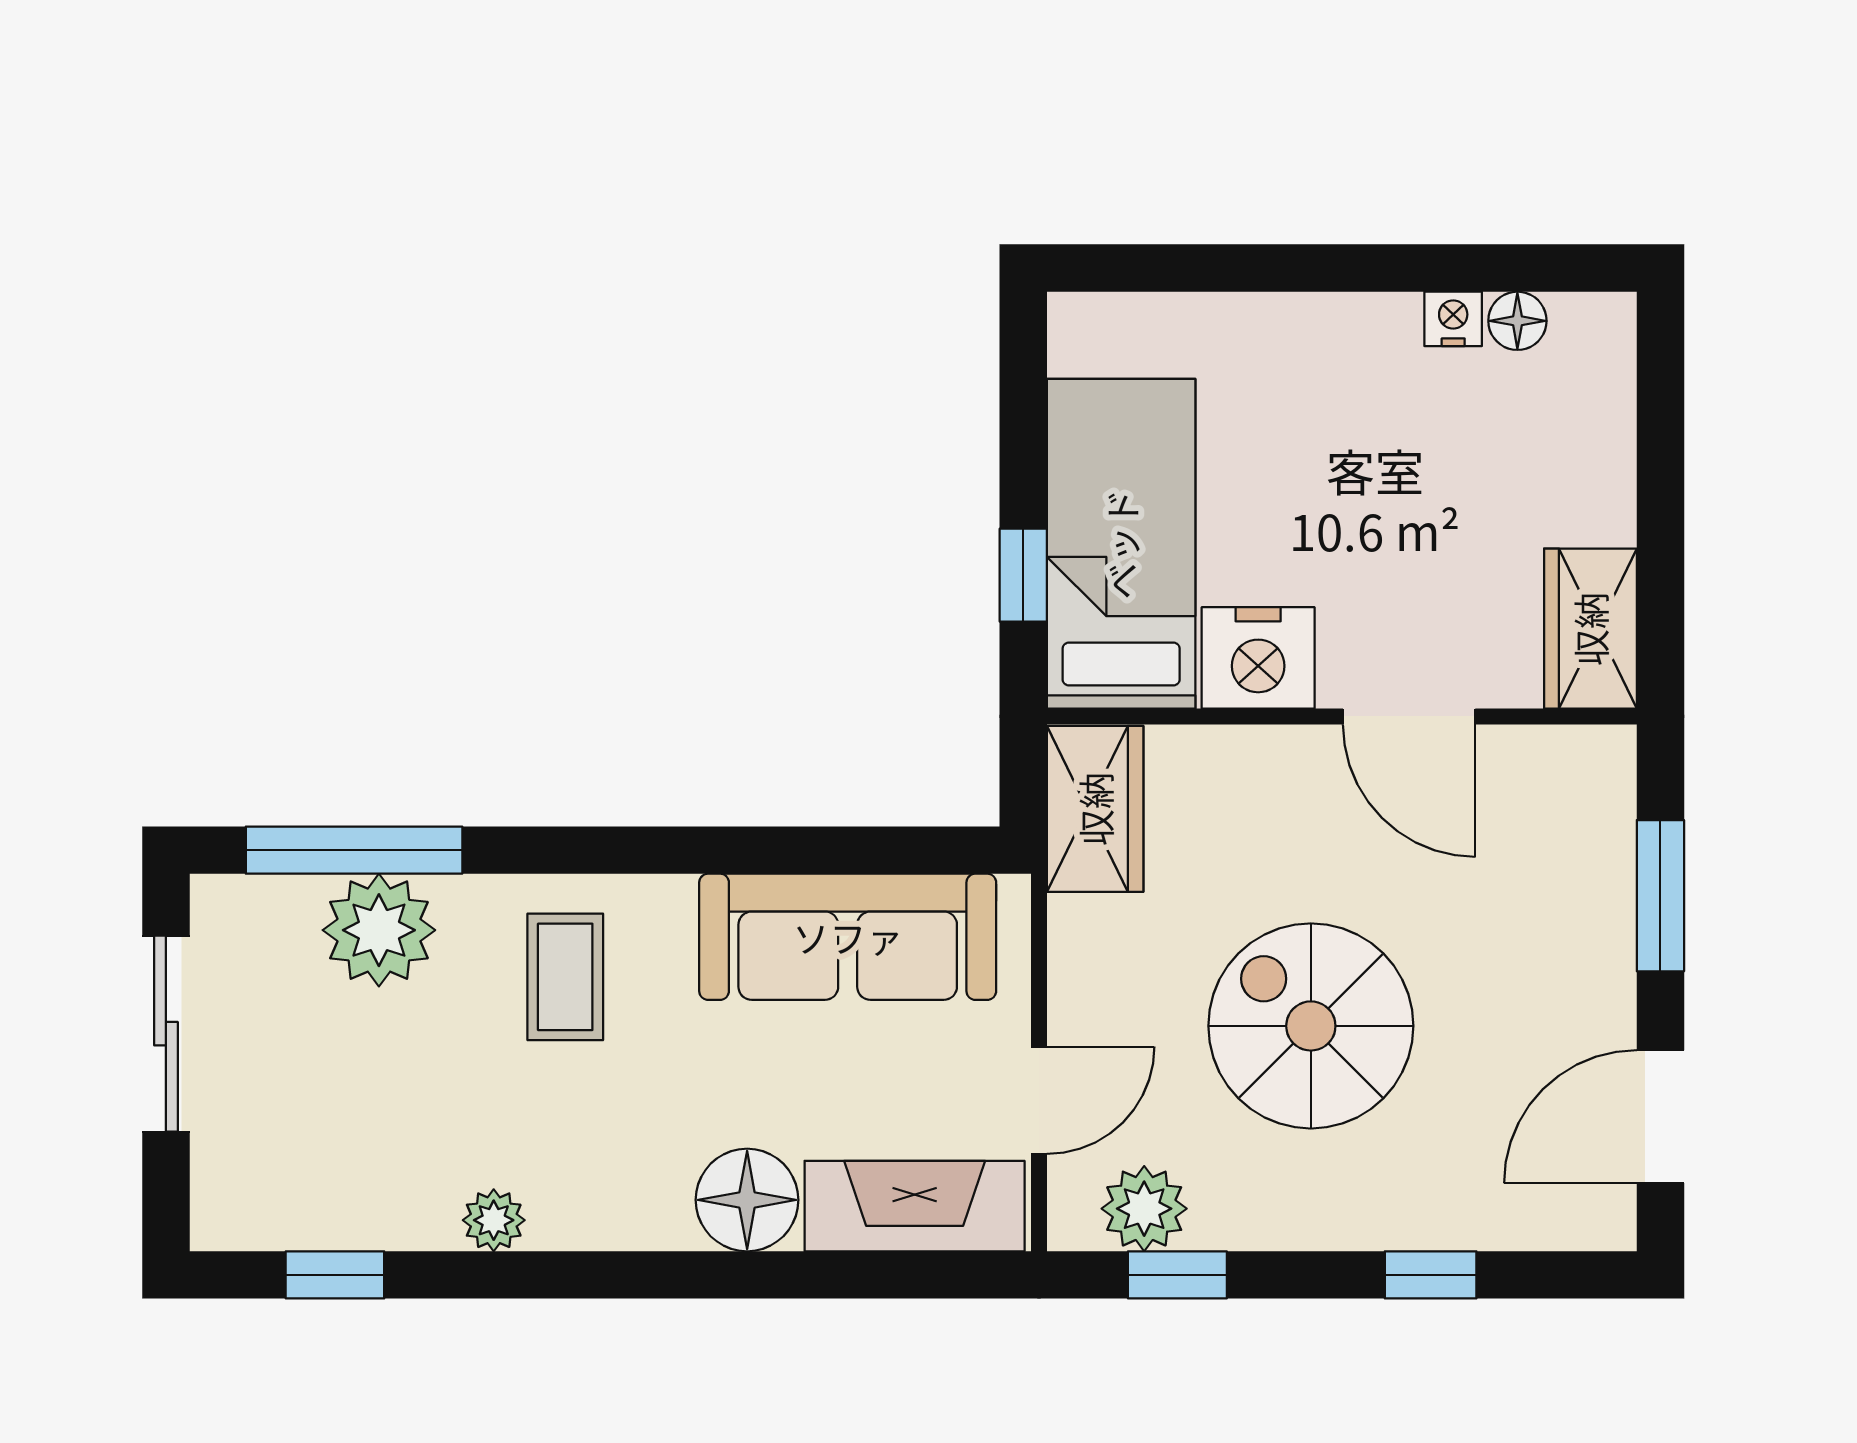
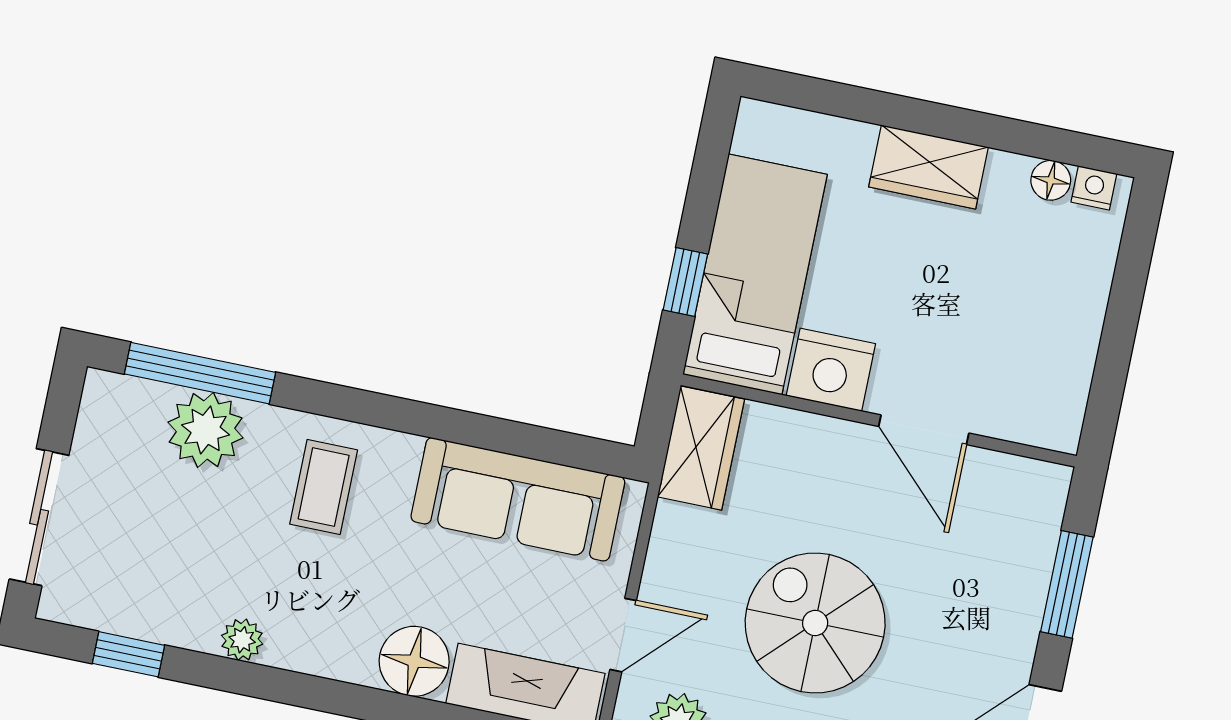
nightstand: (1453, 319) -> (1094, 188), moved
wardrobe: (1590, 629) -> (929, 167), moved, turned -90
sliding door: (166, 1034) -> (39, 517), moved

